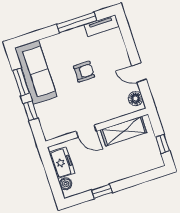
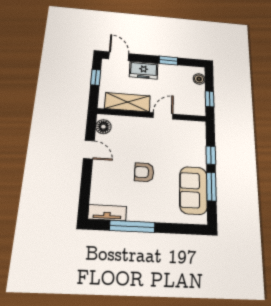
sofa: (36, 73) -> (193, 190), width x0.73
door: (86, 131) -> (163, 116), hinge flipped
freezer: (62, 163) -> (144, 70), moved, turned -90
window: (49, 167) -> (210, 99), added
door: (150, 175) -> (119, 56), added

